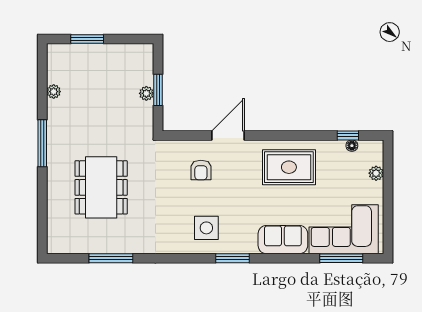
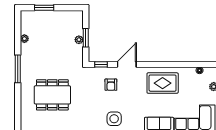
window: (348, 135) -> (101, 64), moved
dining table: (101, 187) -> (52, 95), turned 90

